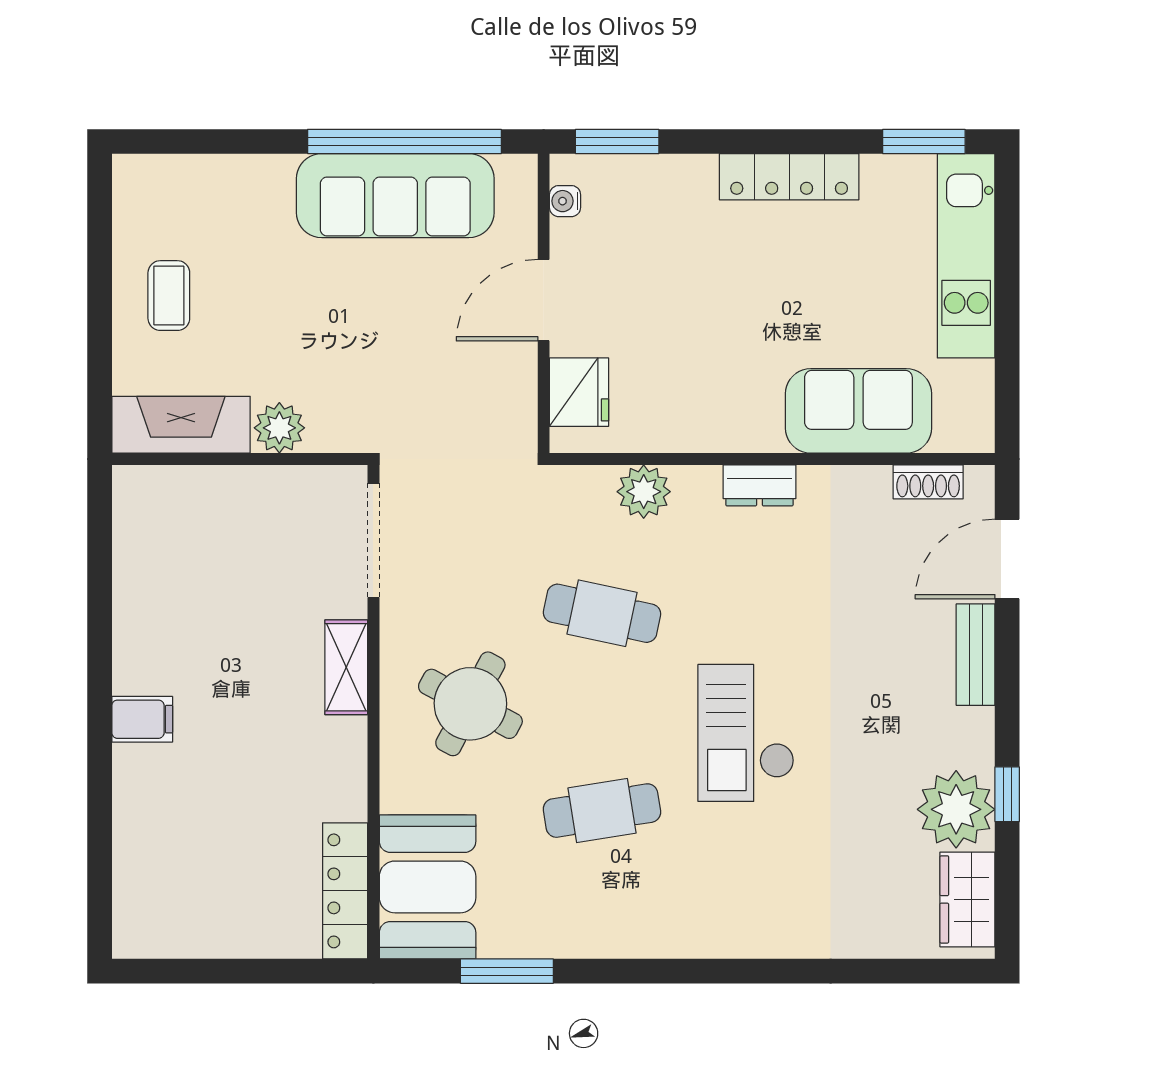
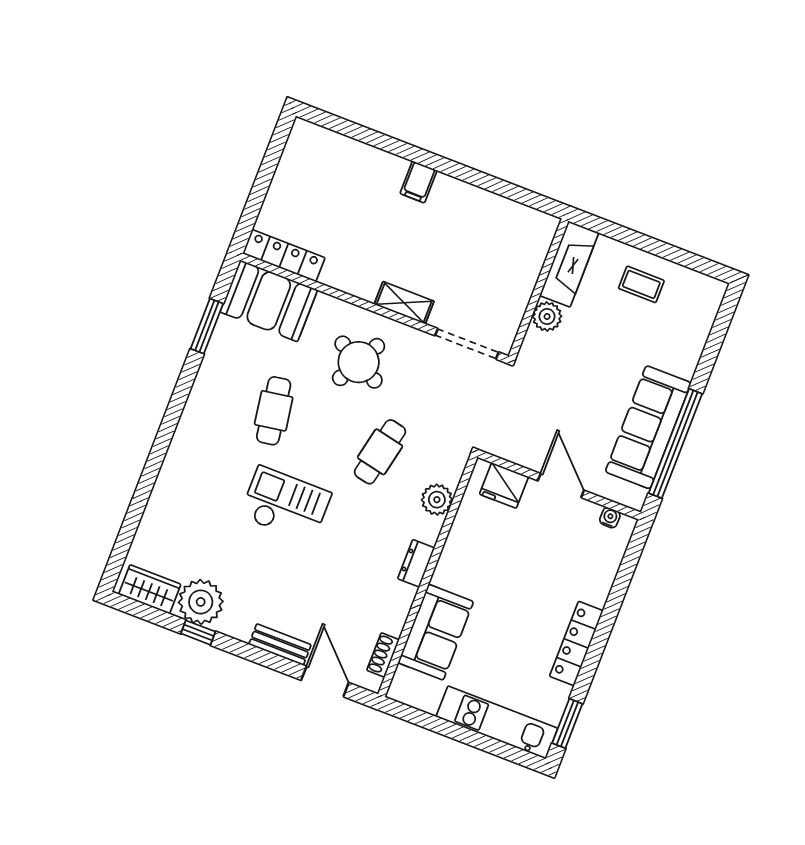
window: (617, 141) -> (631, 558), removed

